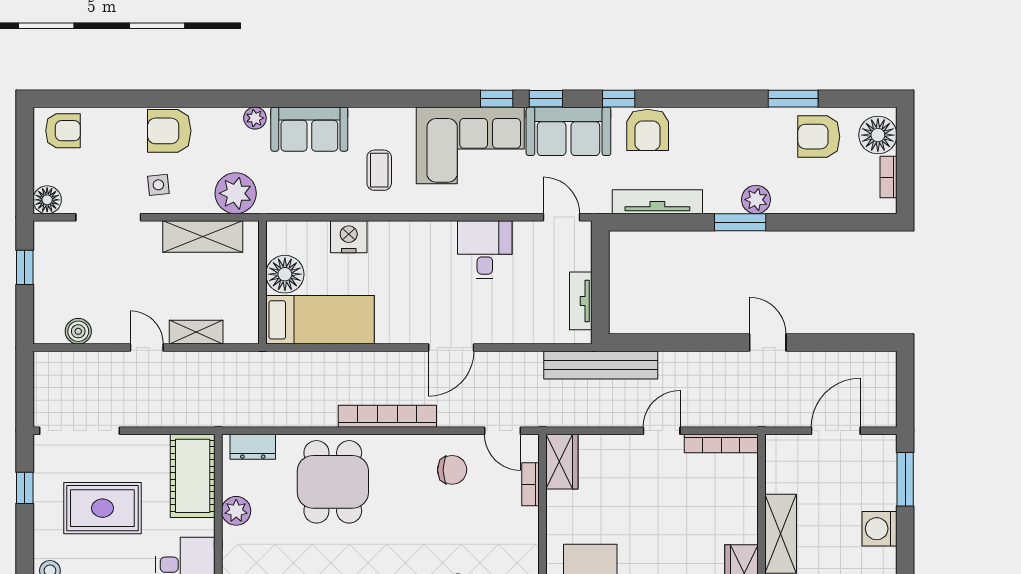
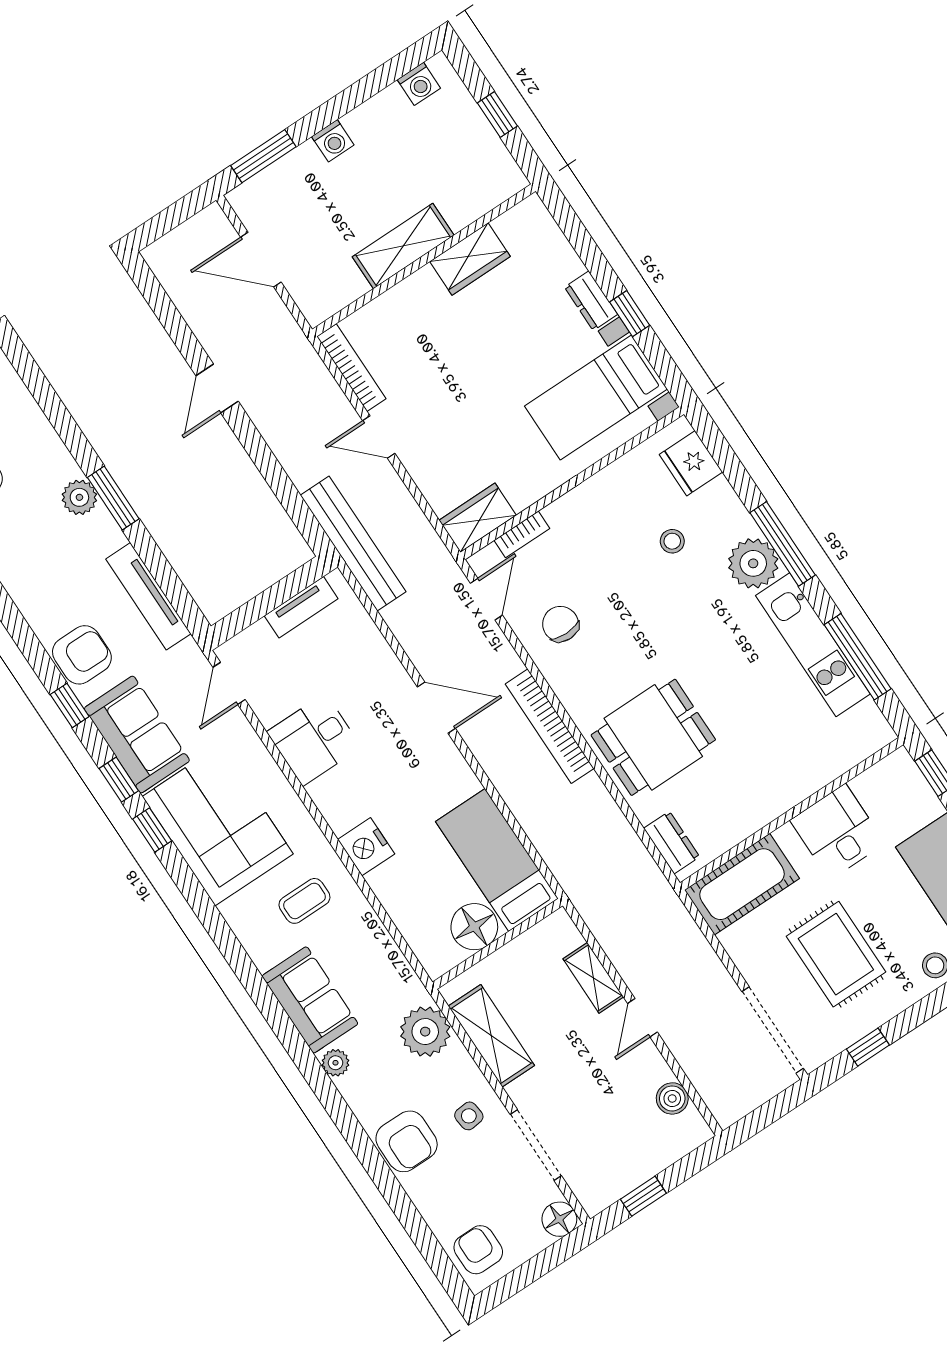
nightstand: (349, 237) -> (366, 847), moved
plant: (236, 511) -> (748, 816), removed
washing machine: (879, 529) -> (333, 141), width x0.73, depth x0.73

